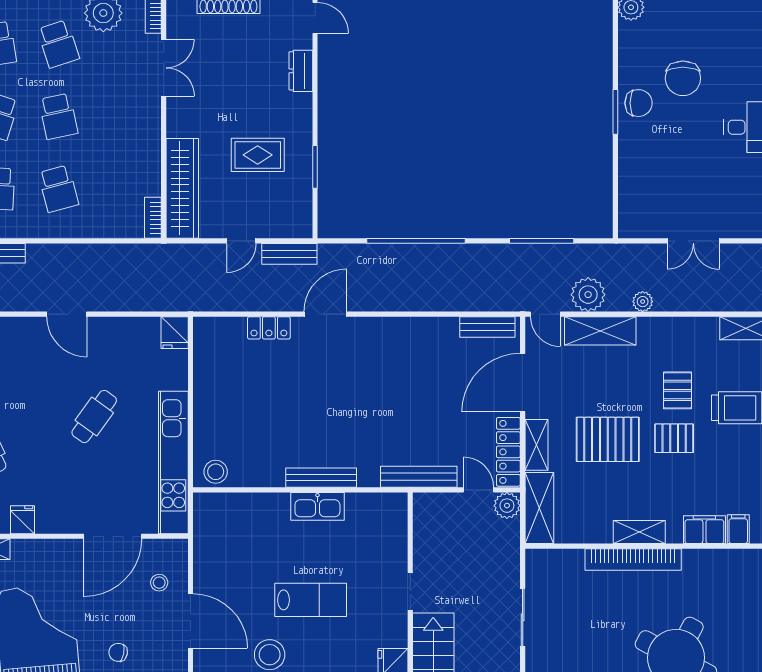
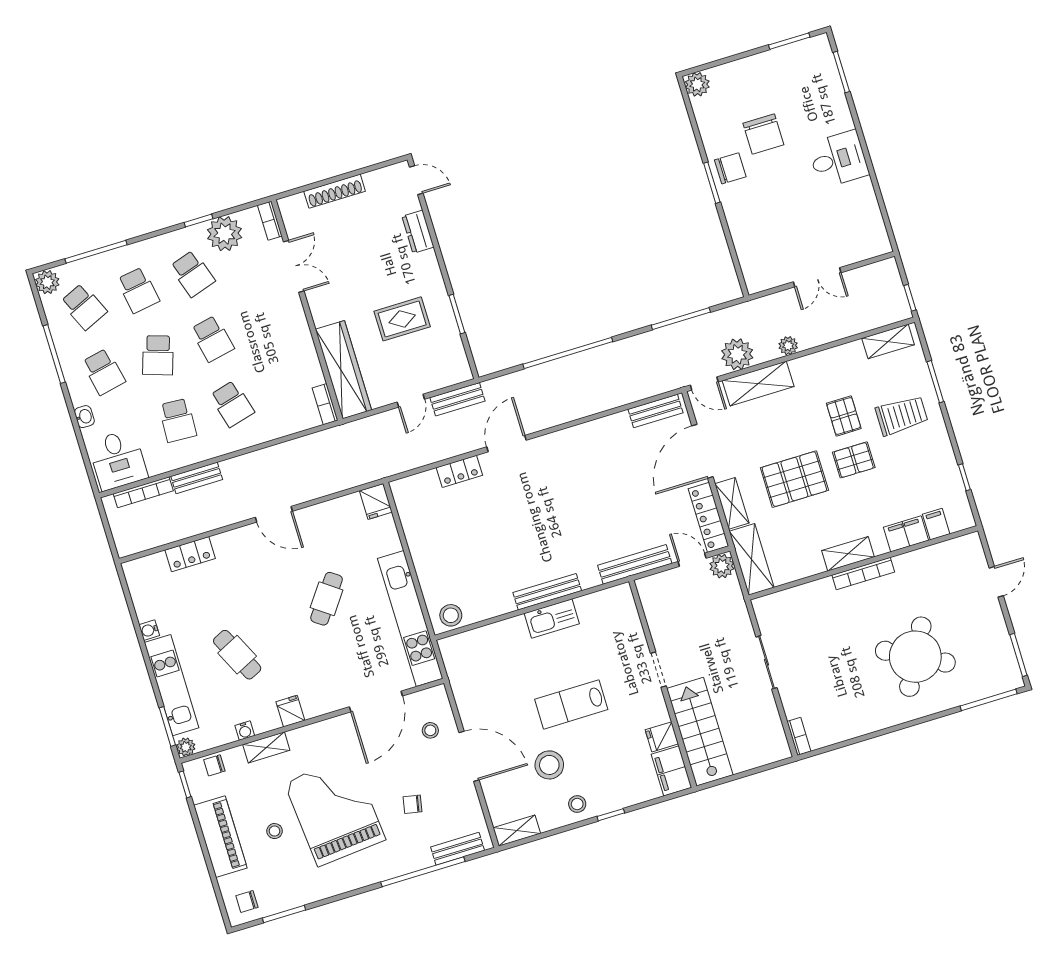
bookcase: (633, 559) -> (863, 574), width x0.68, depth x0.76
lab bench: (311, 600) -> (571, 704), turned 180

